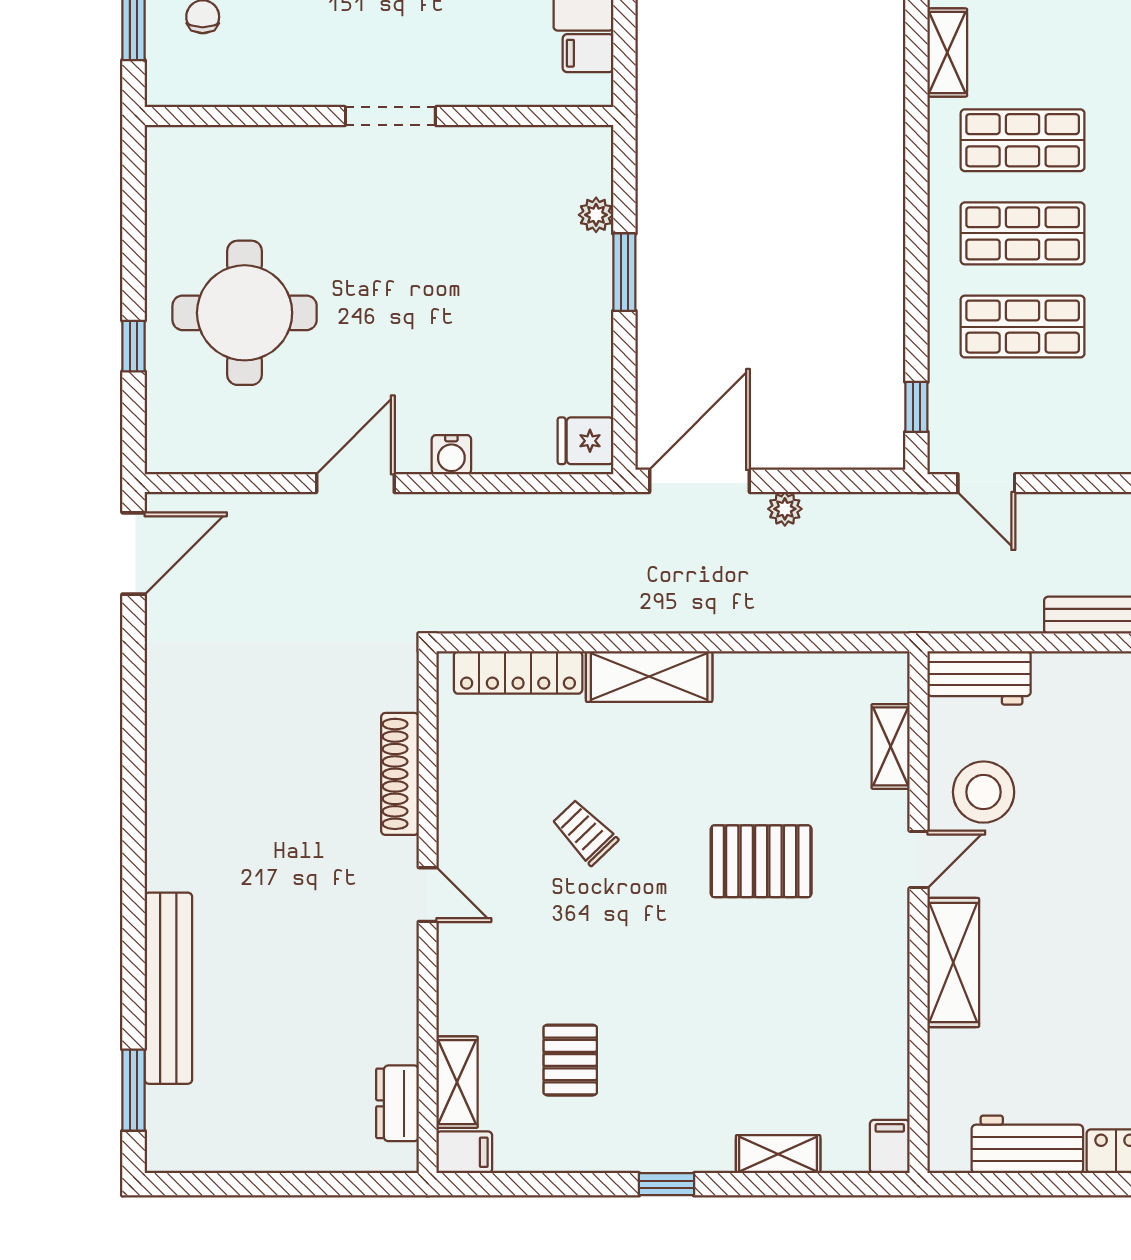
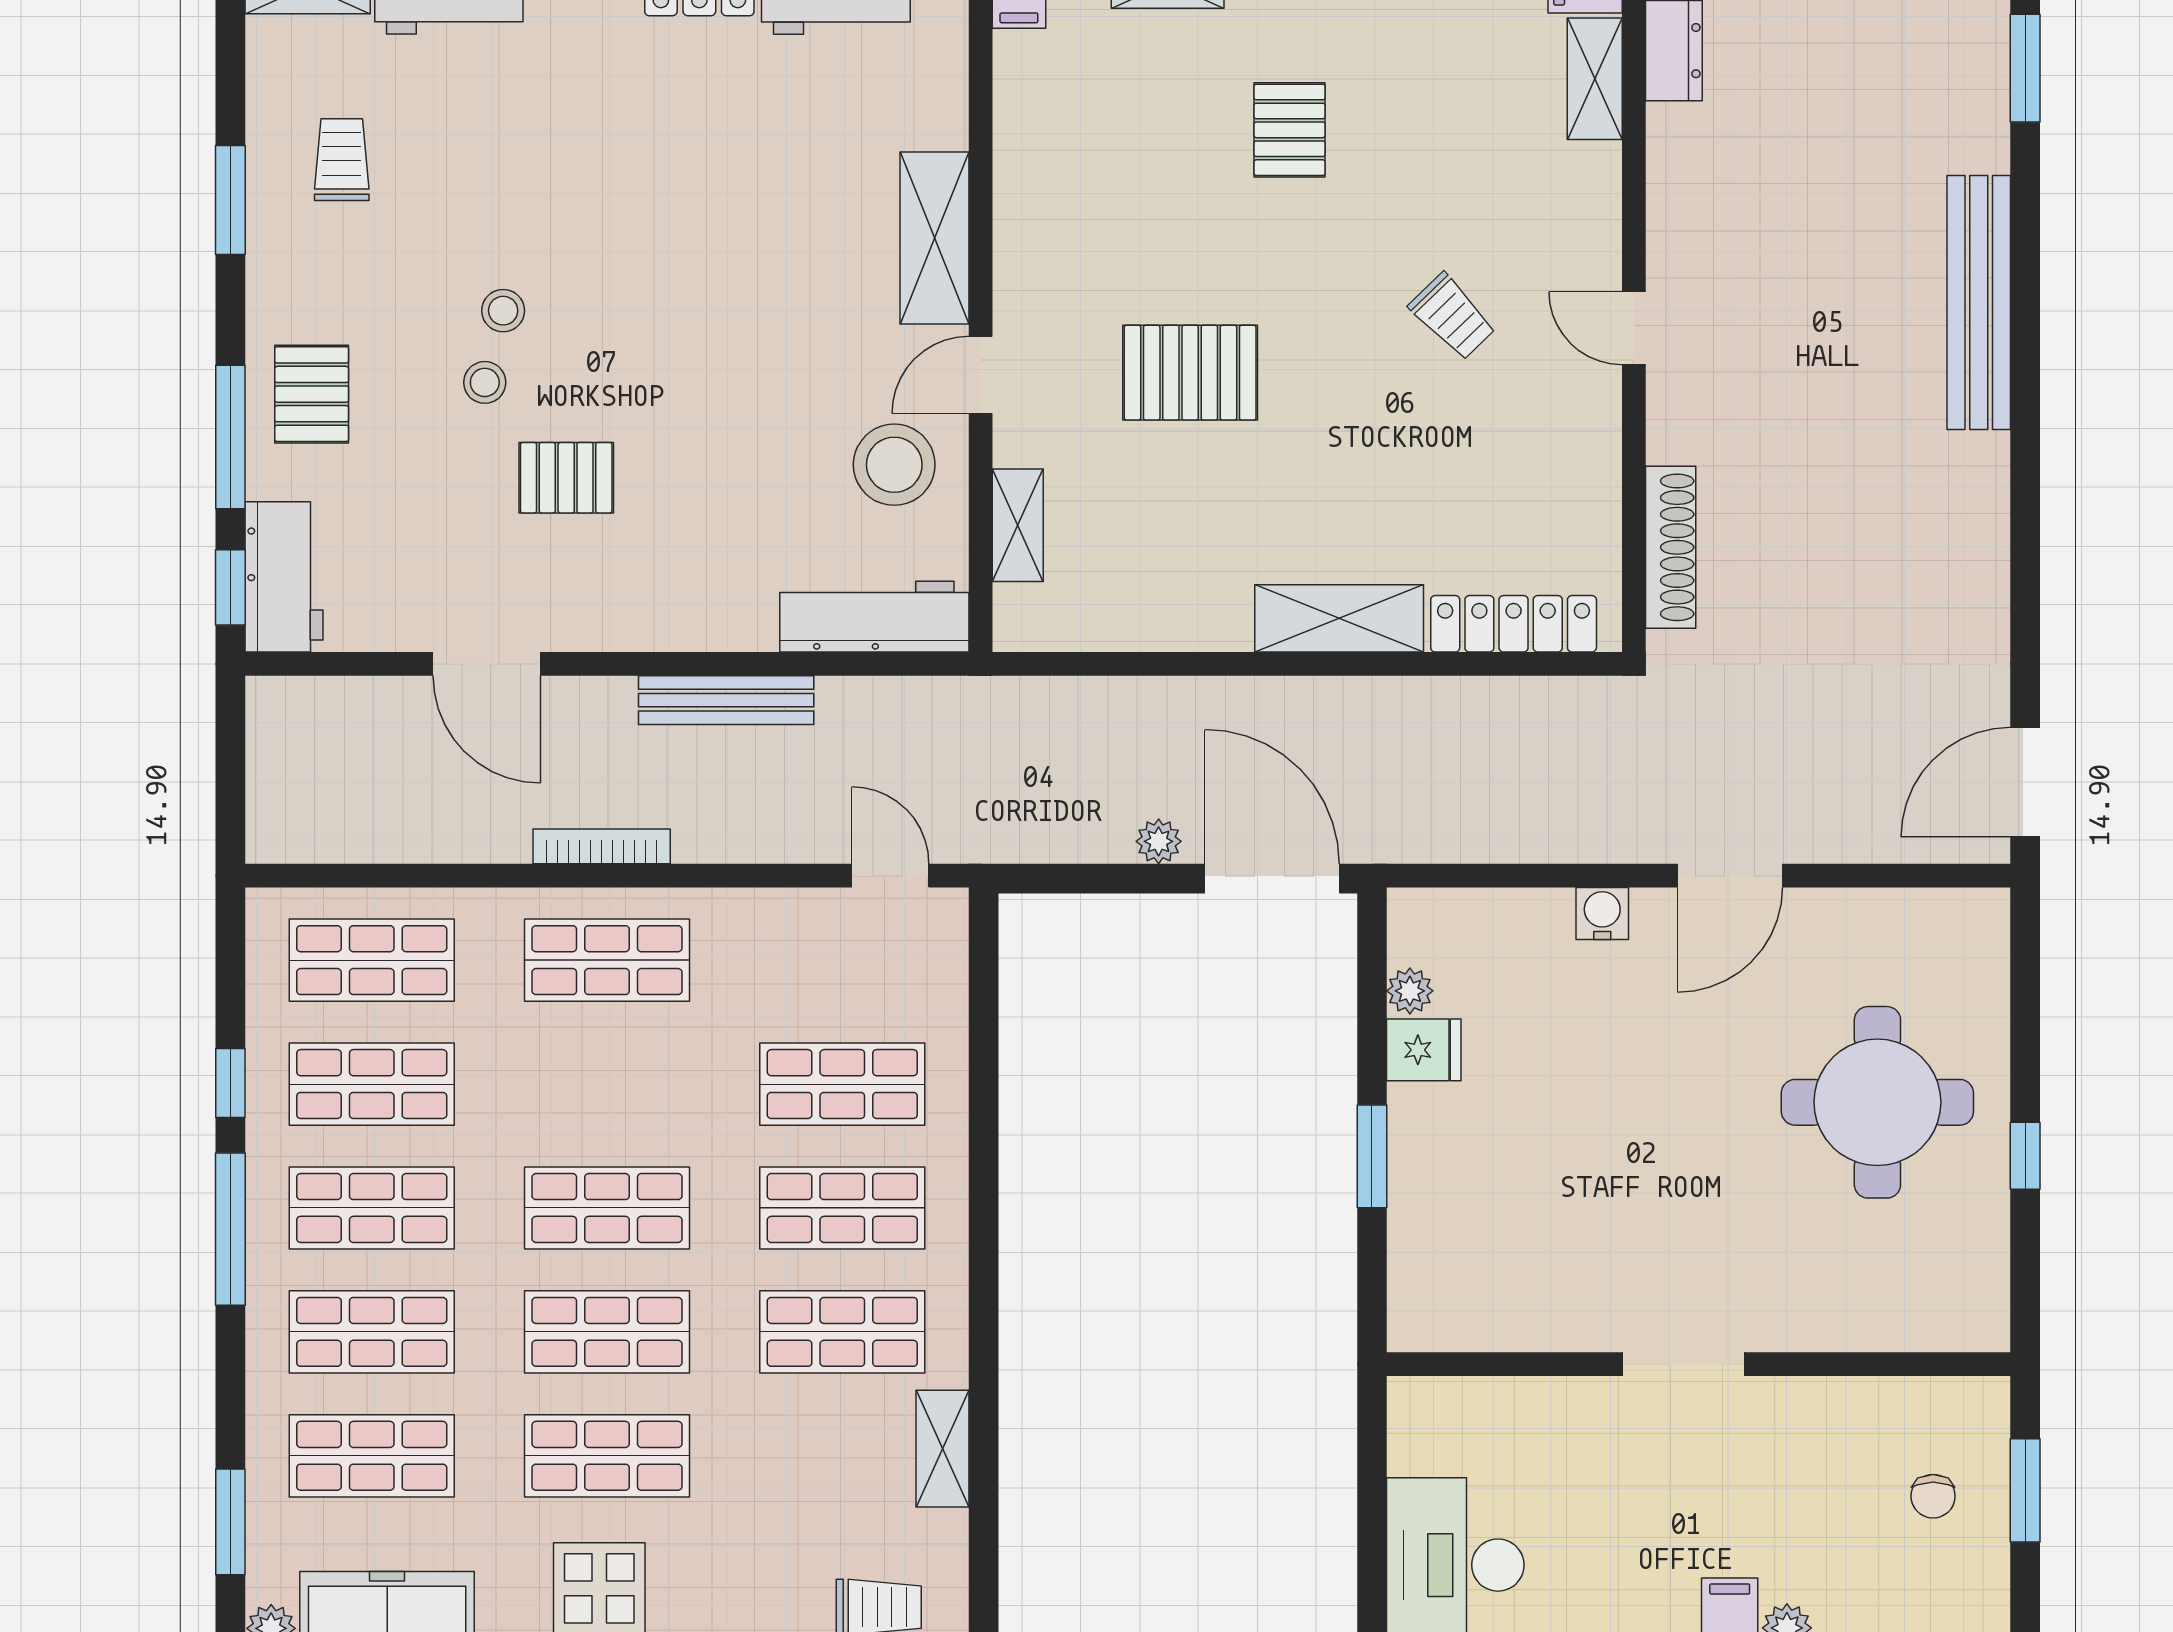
filing cabinet: (588, 53) -> (1420, 1448), removed
plant: (596, 215) -> (1410, 991), moved
window: (133, 346) -> (2025, 1156), moved
window: (916, 407) -> (984, 977), removed
fridge: (586, 441) -> (1424, 1050), moved
door: (700, 481) -> (1272, 879), swing flipped
workbench: (979, 678) -> (874, 617), width x1.38
shoe rack: (400, 774) -> (1671, 547), moved
trolley: (585, 832) -> (1452, 317), moved
bench: (168, 988) -> (1979, 303), moved
pallet: (570, 1060) -> (1290, 130), moved

